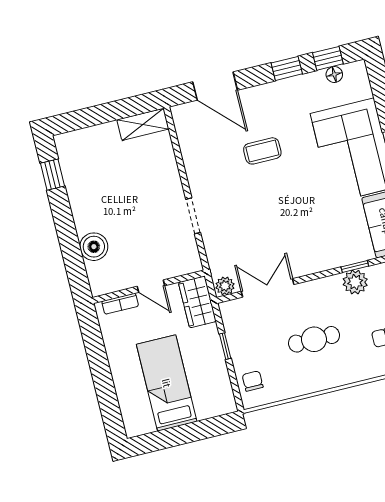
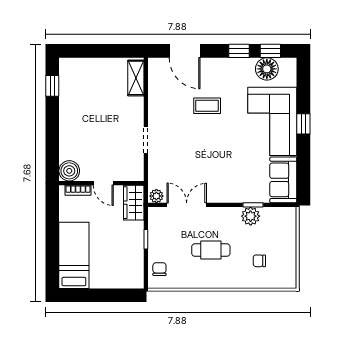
floor lamp: (334, 74) -> (267, 69), width x1.89, depth x1.89
shelving: (143, 124) -> (136, 78), moved, turned 90
boiler: (94, 247) -> (69, 171), moved
bed: (167, 383) -> (74, 255), moved

